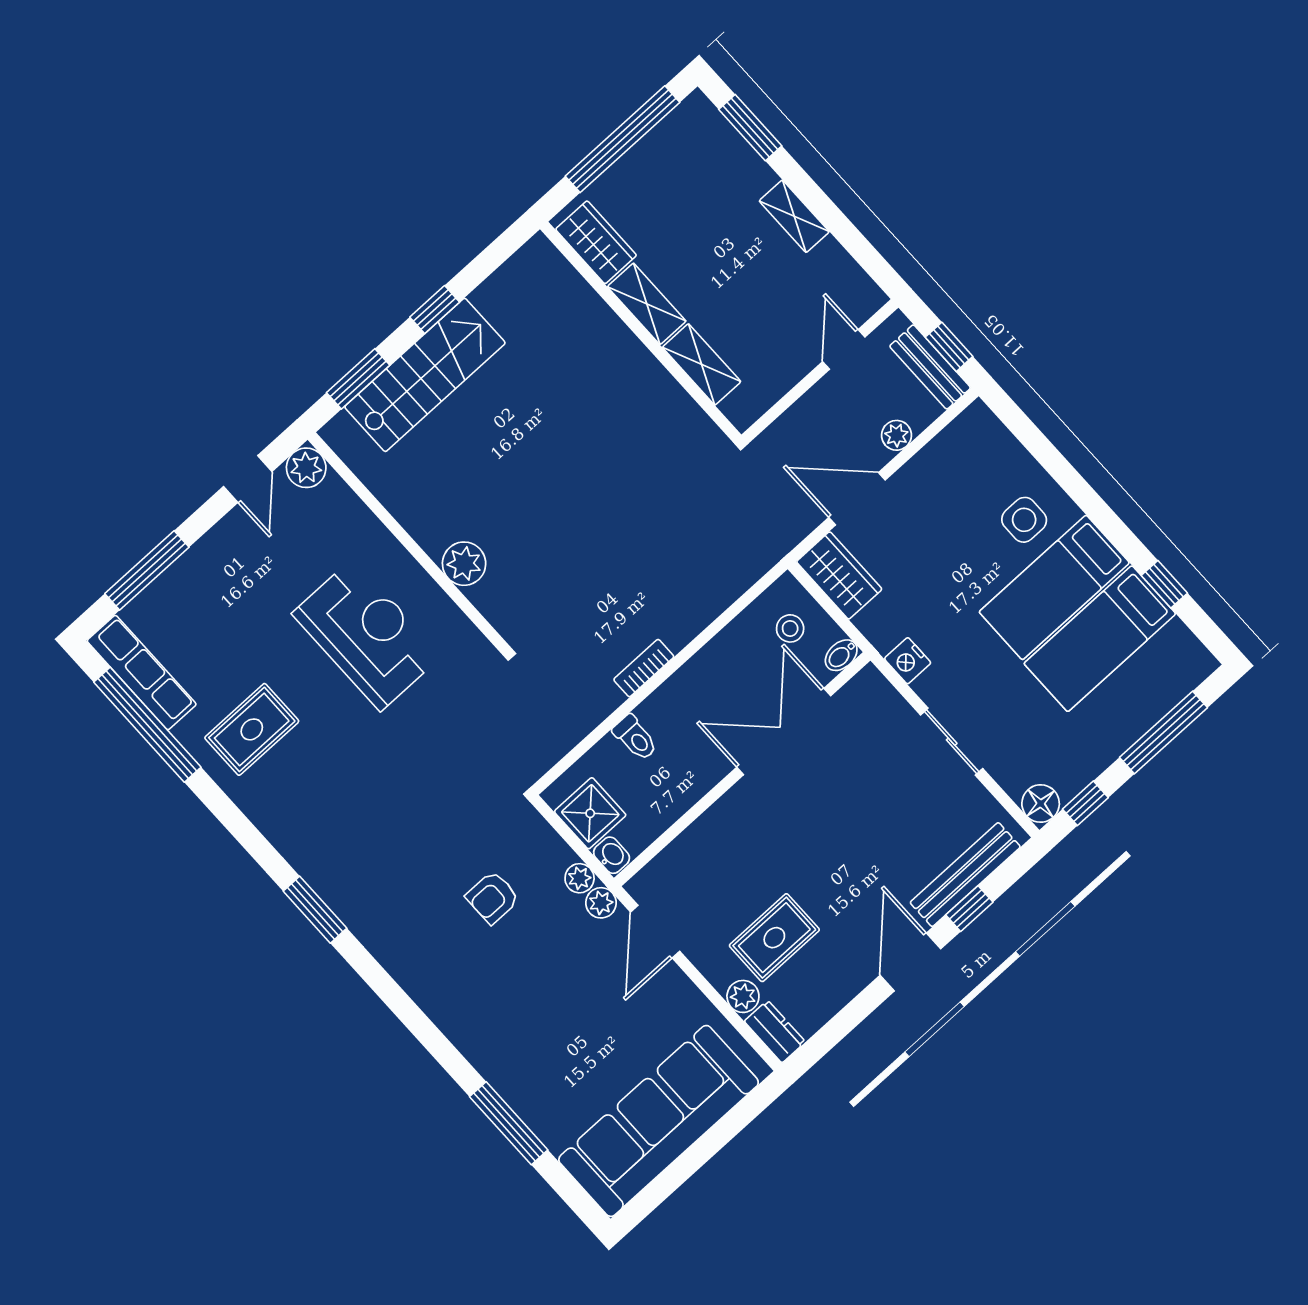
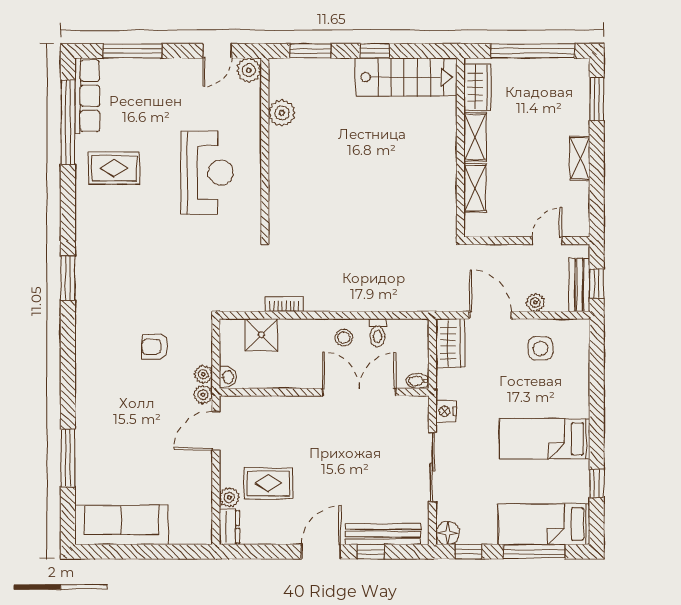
stairs: (425, 375) -> (406, 77), moved
side table: (1024, 520) -> (540, 348), moved
plant: (464, 564) -> (282, 113), moved
stool: (790, 628) -> (344, 338), moved
bed: (1100, 639) -> (544, 524), moved
bookcase: (644, 668) -> (284, 304), moved
toilet: (635, 738) -> (378, 333), moved
sliding door: (952, 742) -> (432, 467), width x1.37
shower: (590, 813) -> (261, 335), moved
sofa: (659, 1121) -> (121, 525), width x0.74, depth x0.79

